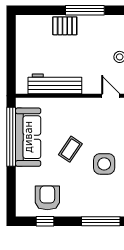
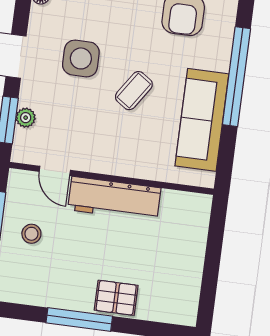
workbench: (55, 84) -> (114, 199), moved
window: (11, 137) -> (236, 77), moved

